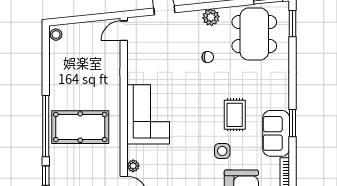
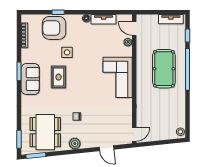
pool table: (80, 127) -> (164, 69), turned 90
sofa: (276, 133) -> (30, 79), moved

